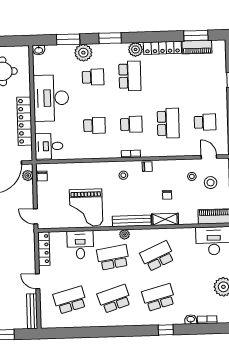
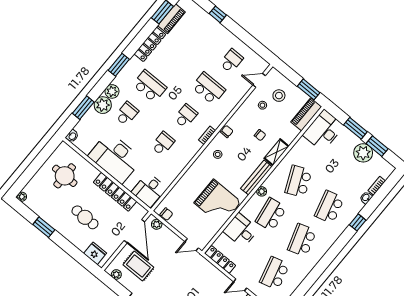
window: (110, 38) -> (119, 65), moved
plant: (135, 49) -> (112, 91), moved

